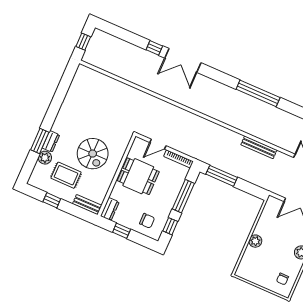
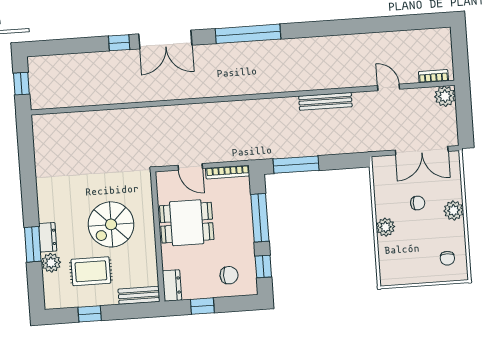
window: (258, 93) -> (248, 34), moved
door: (158, 144) -> (190, 167), hinge flipped
spiral stairs: (93, 154) -> (111, 224), turned 90
chair: (282, 237) -> (418, 203), added

